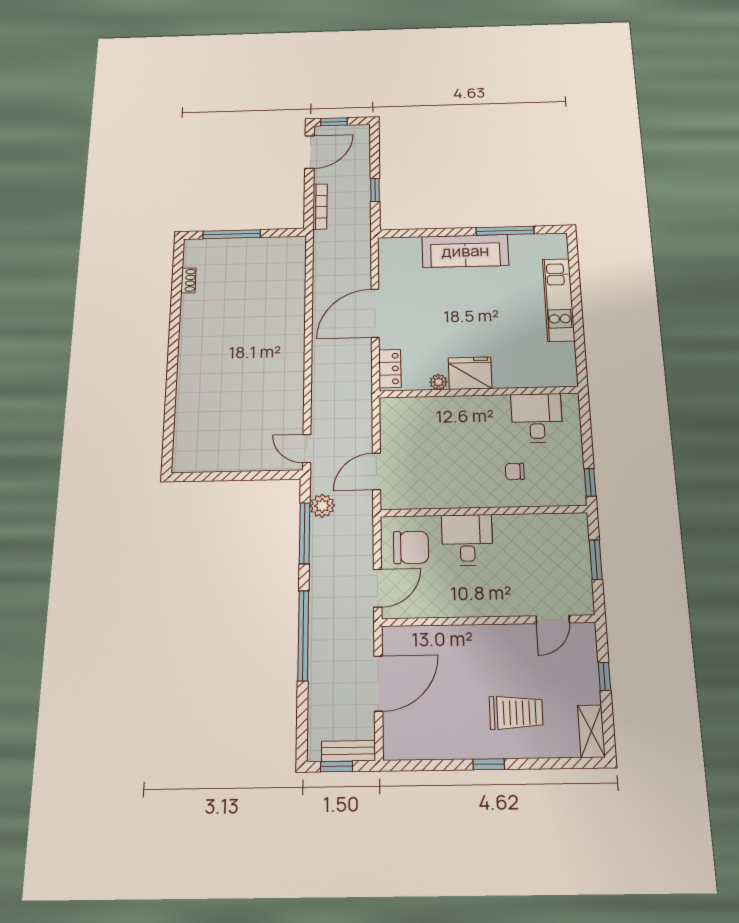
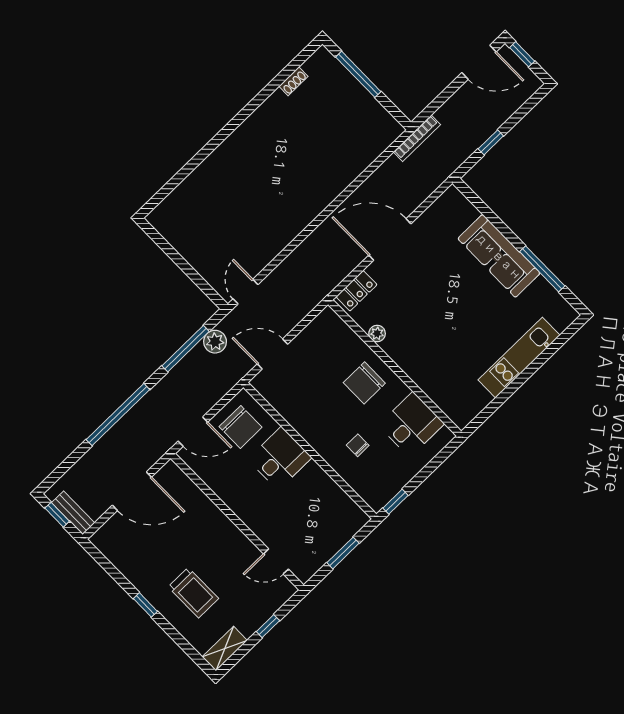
bookcase: (320, 207) -> (417, 138), moved
fridge: (470, 373) -> (404, 349), removed
chair: (469, 424) -> (364, 383), added

